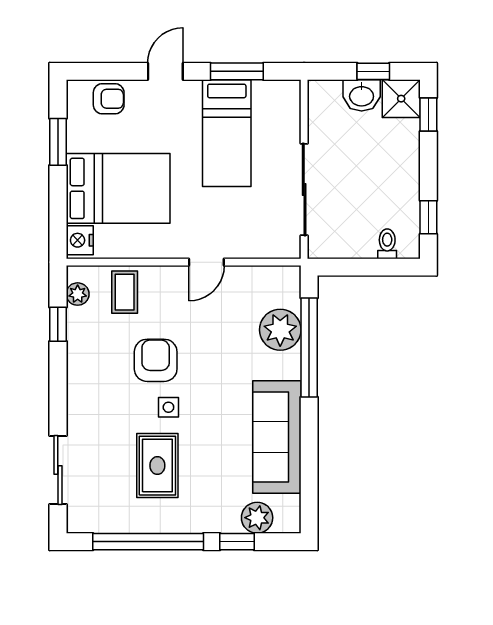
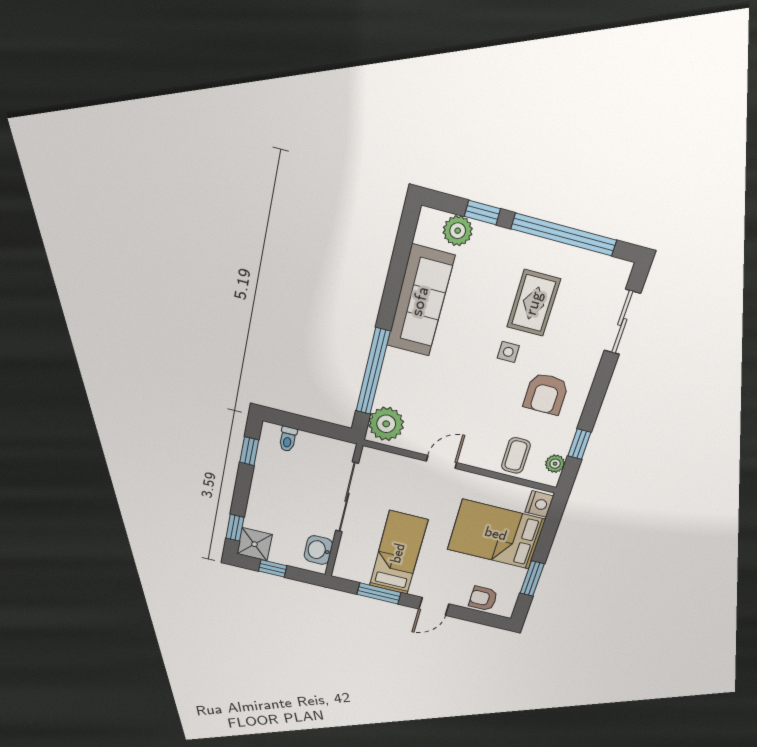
washbasin: (362, 95) -> (318, 550), moved, turned -90
plant: (280, 330) -> (386, 424), moved
armchair: (156, 360) -> (546, 394), moved

